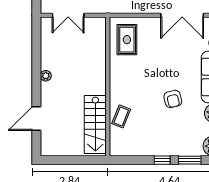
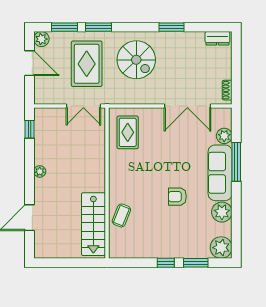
double door: (68, 15) -> (83, 106), moved
window: (36, 37) -> (30, 129), added
armchair: (173, 99) -> (177, 197), turned 104

